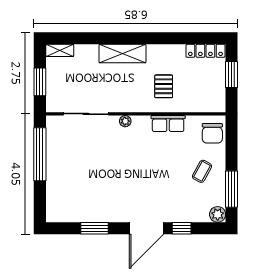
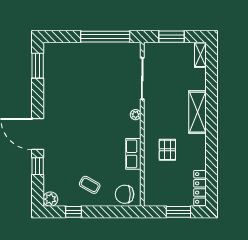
pallet: (164, 86) -> (167, 150), turned 90
window: (232, 189) -> (73, 212), width x0.46
window: (95, 228) -> (38, 66), moved

